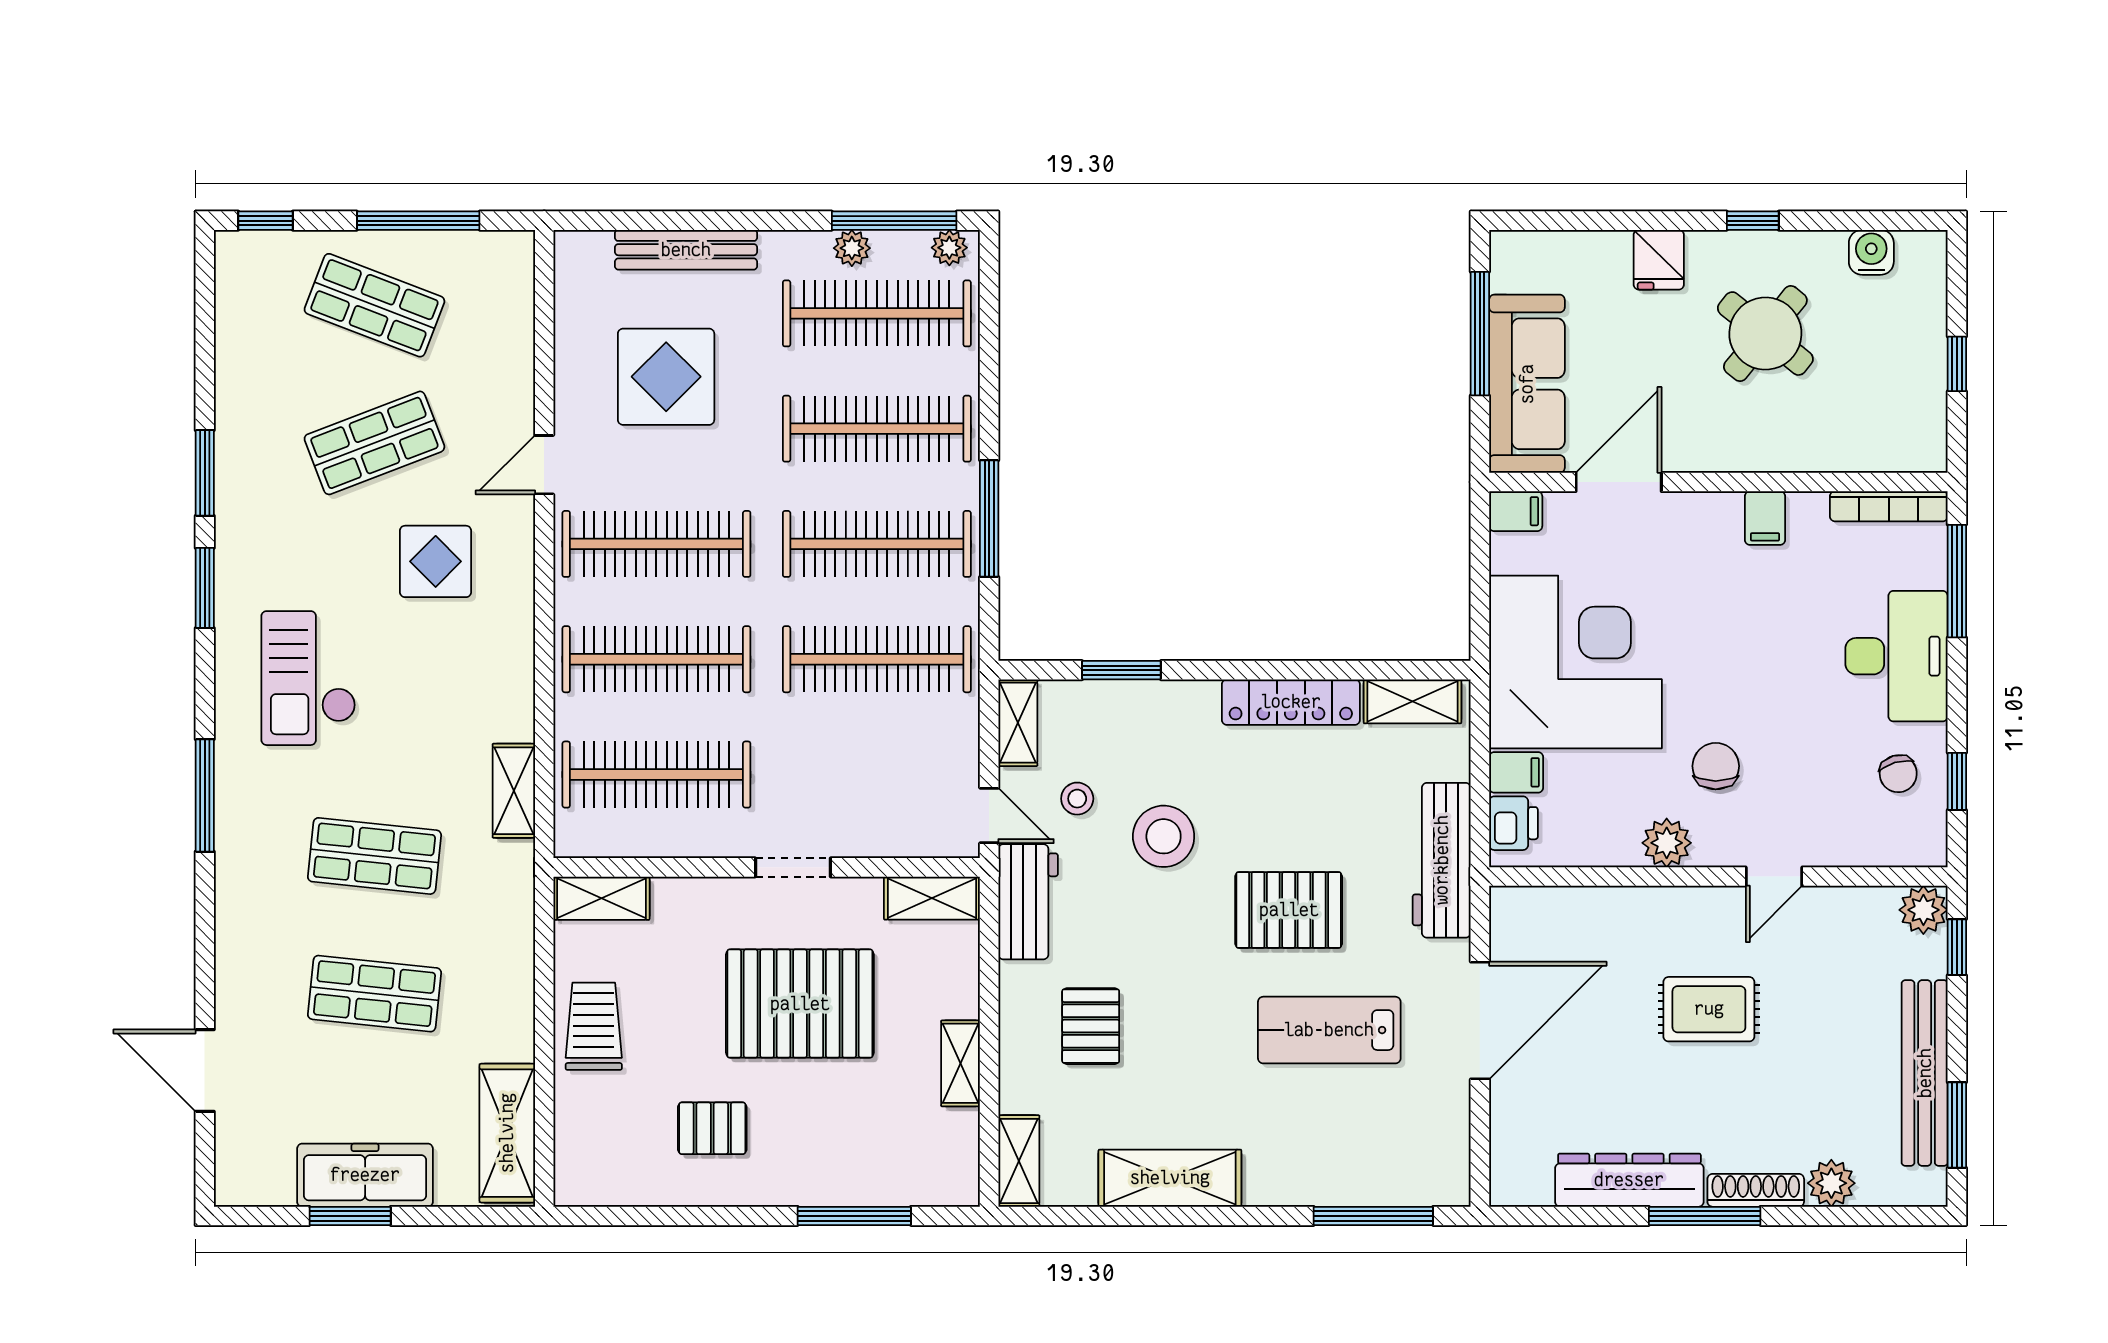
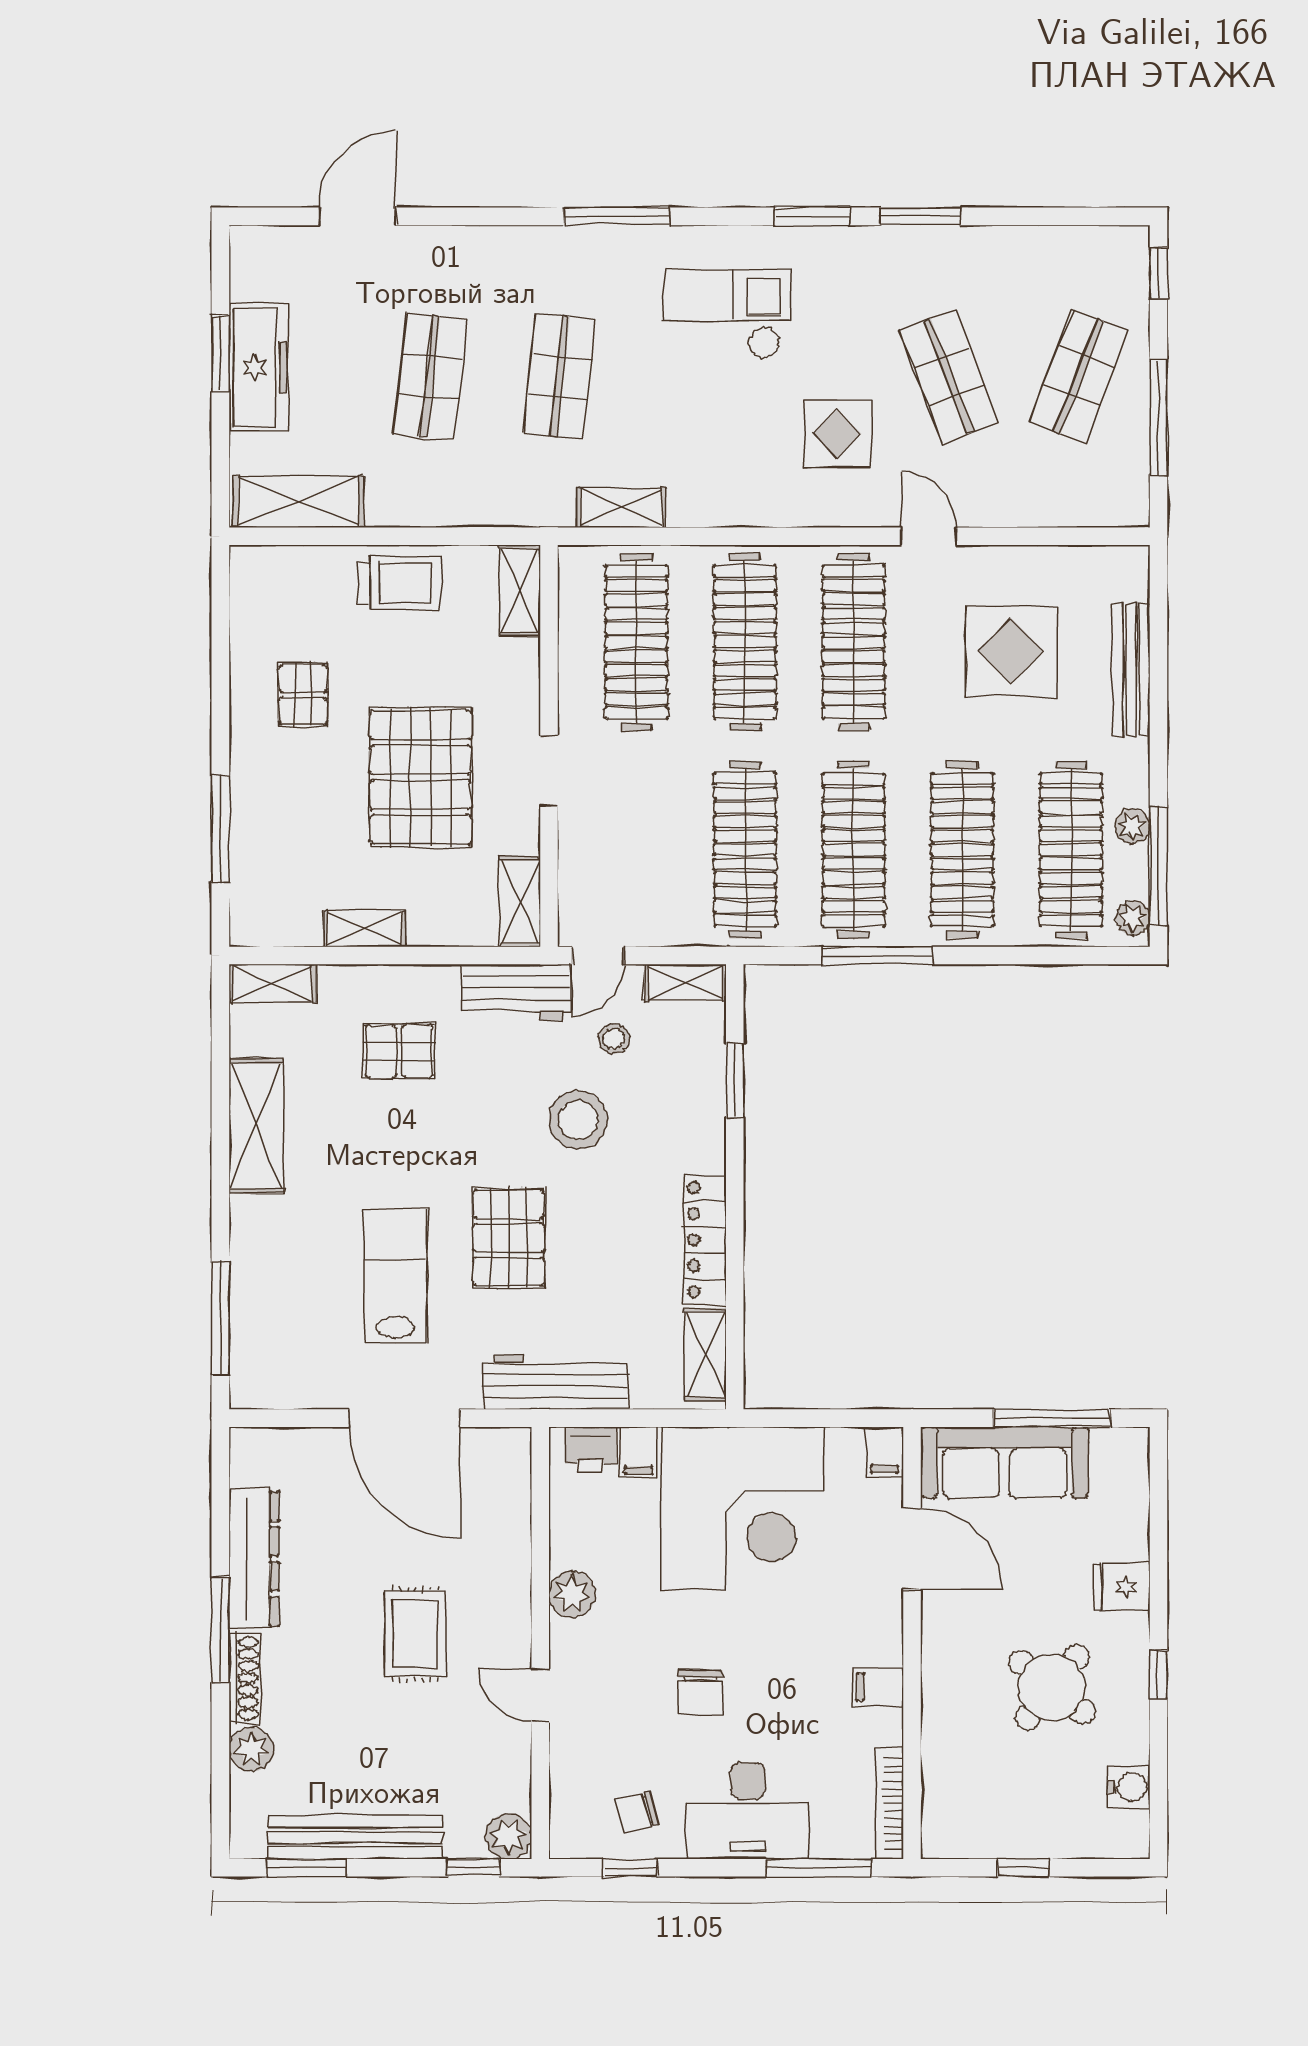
chair: (1716, 766) -> (700, 1692), moved, turned 90

